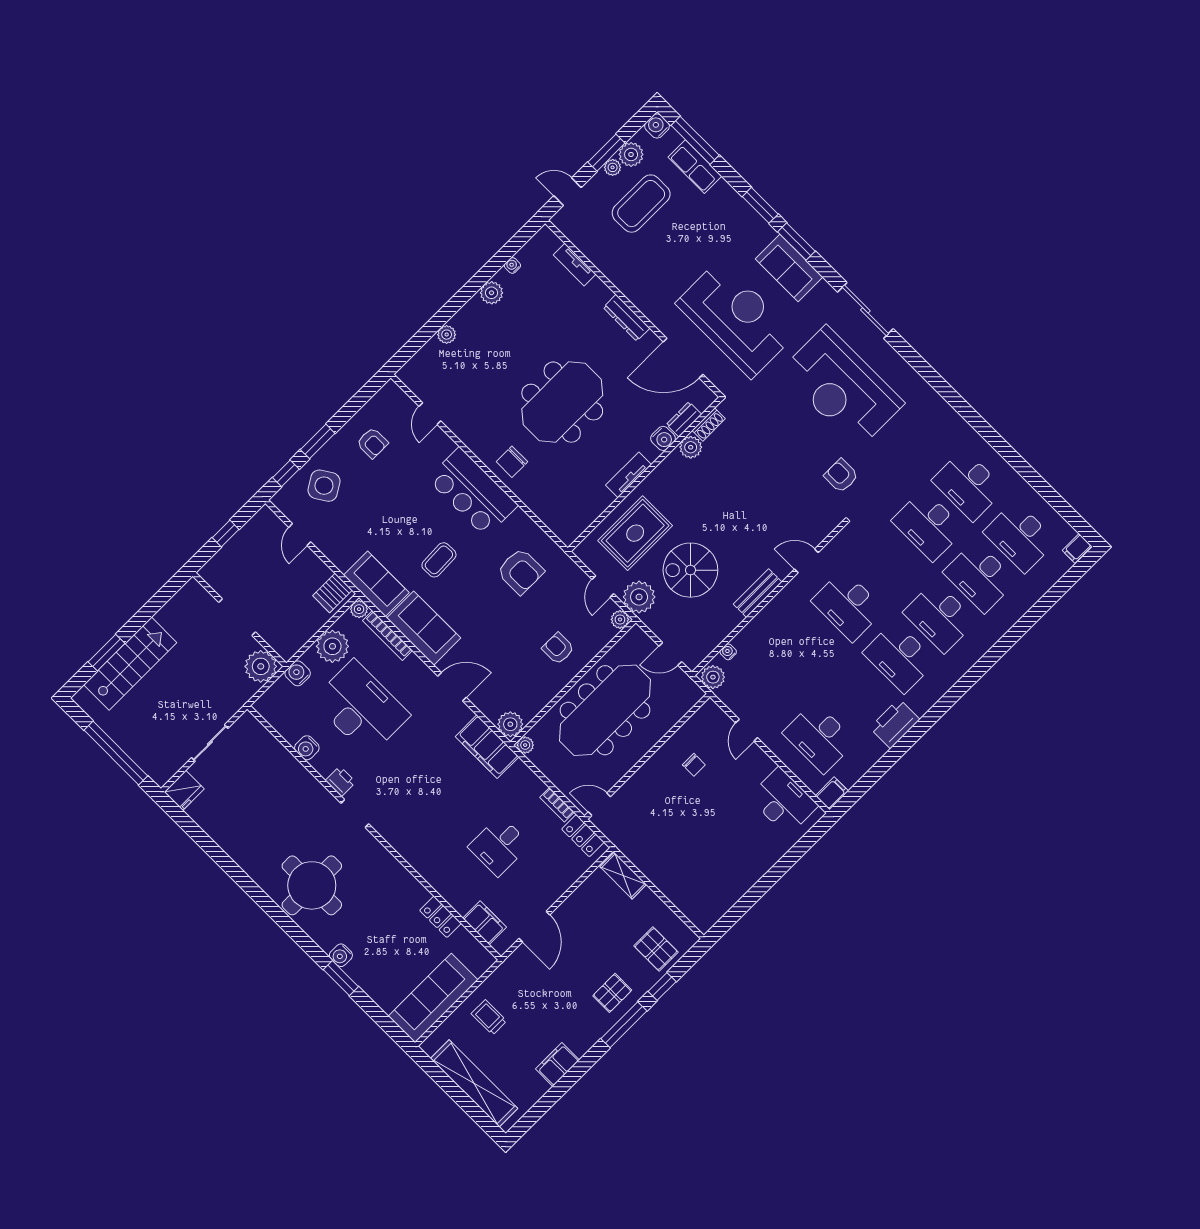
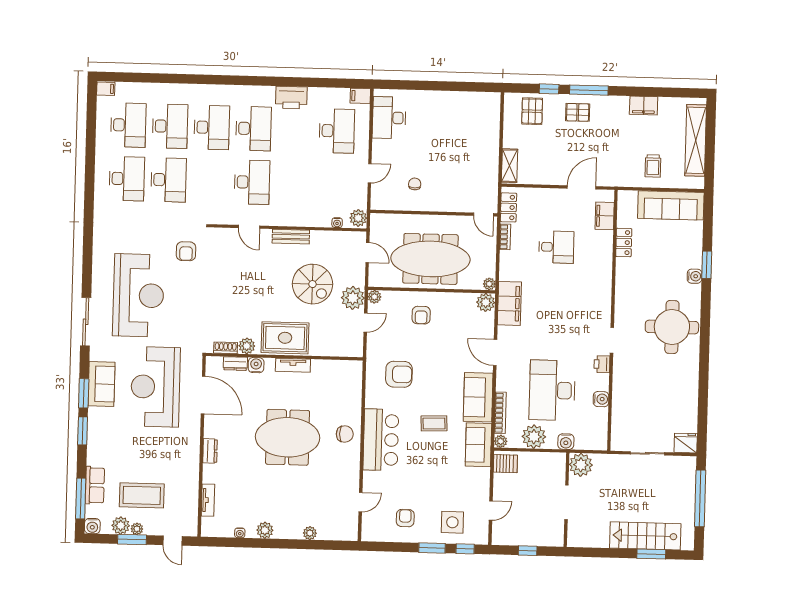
dresser: (626, 318) -> (210, 451), width x0.70
side table: (324, 486) -> (452, 522), turned 32
rug: (635, 533) -> (285, 338), moved
armchair: (520, 571) -> (399, 374), turned 90

